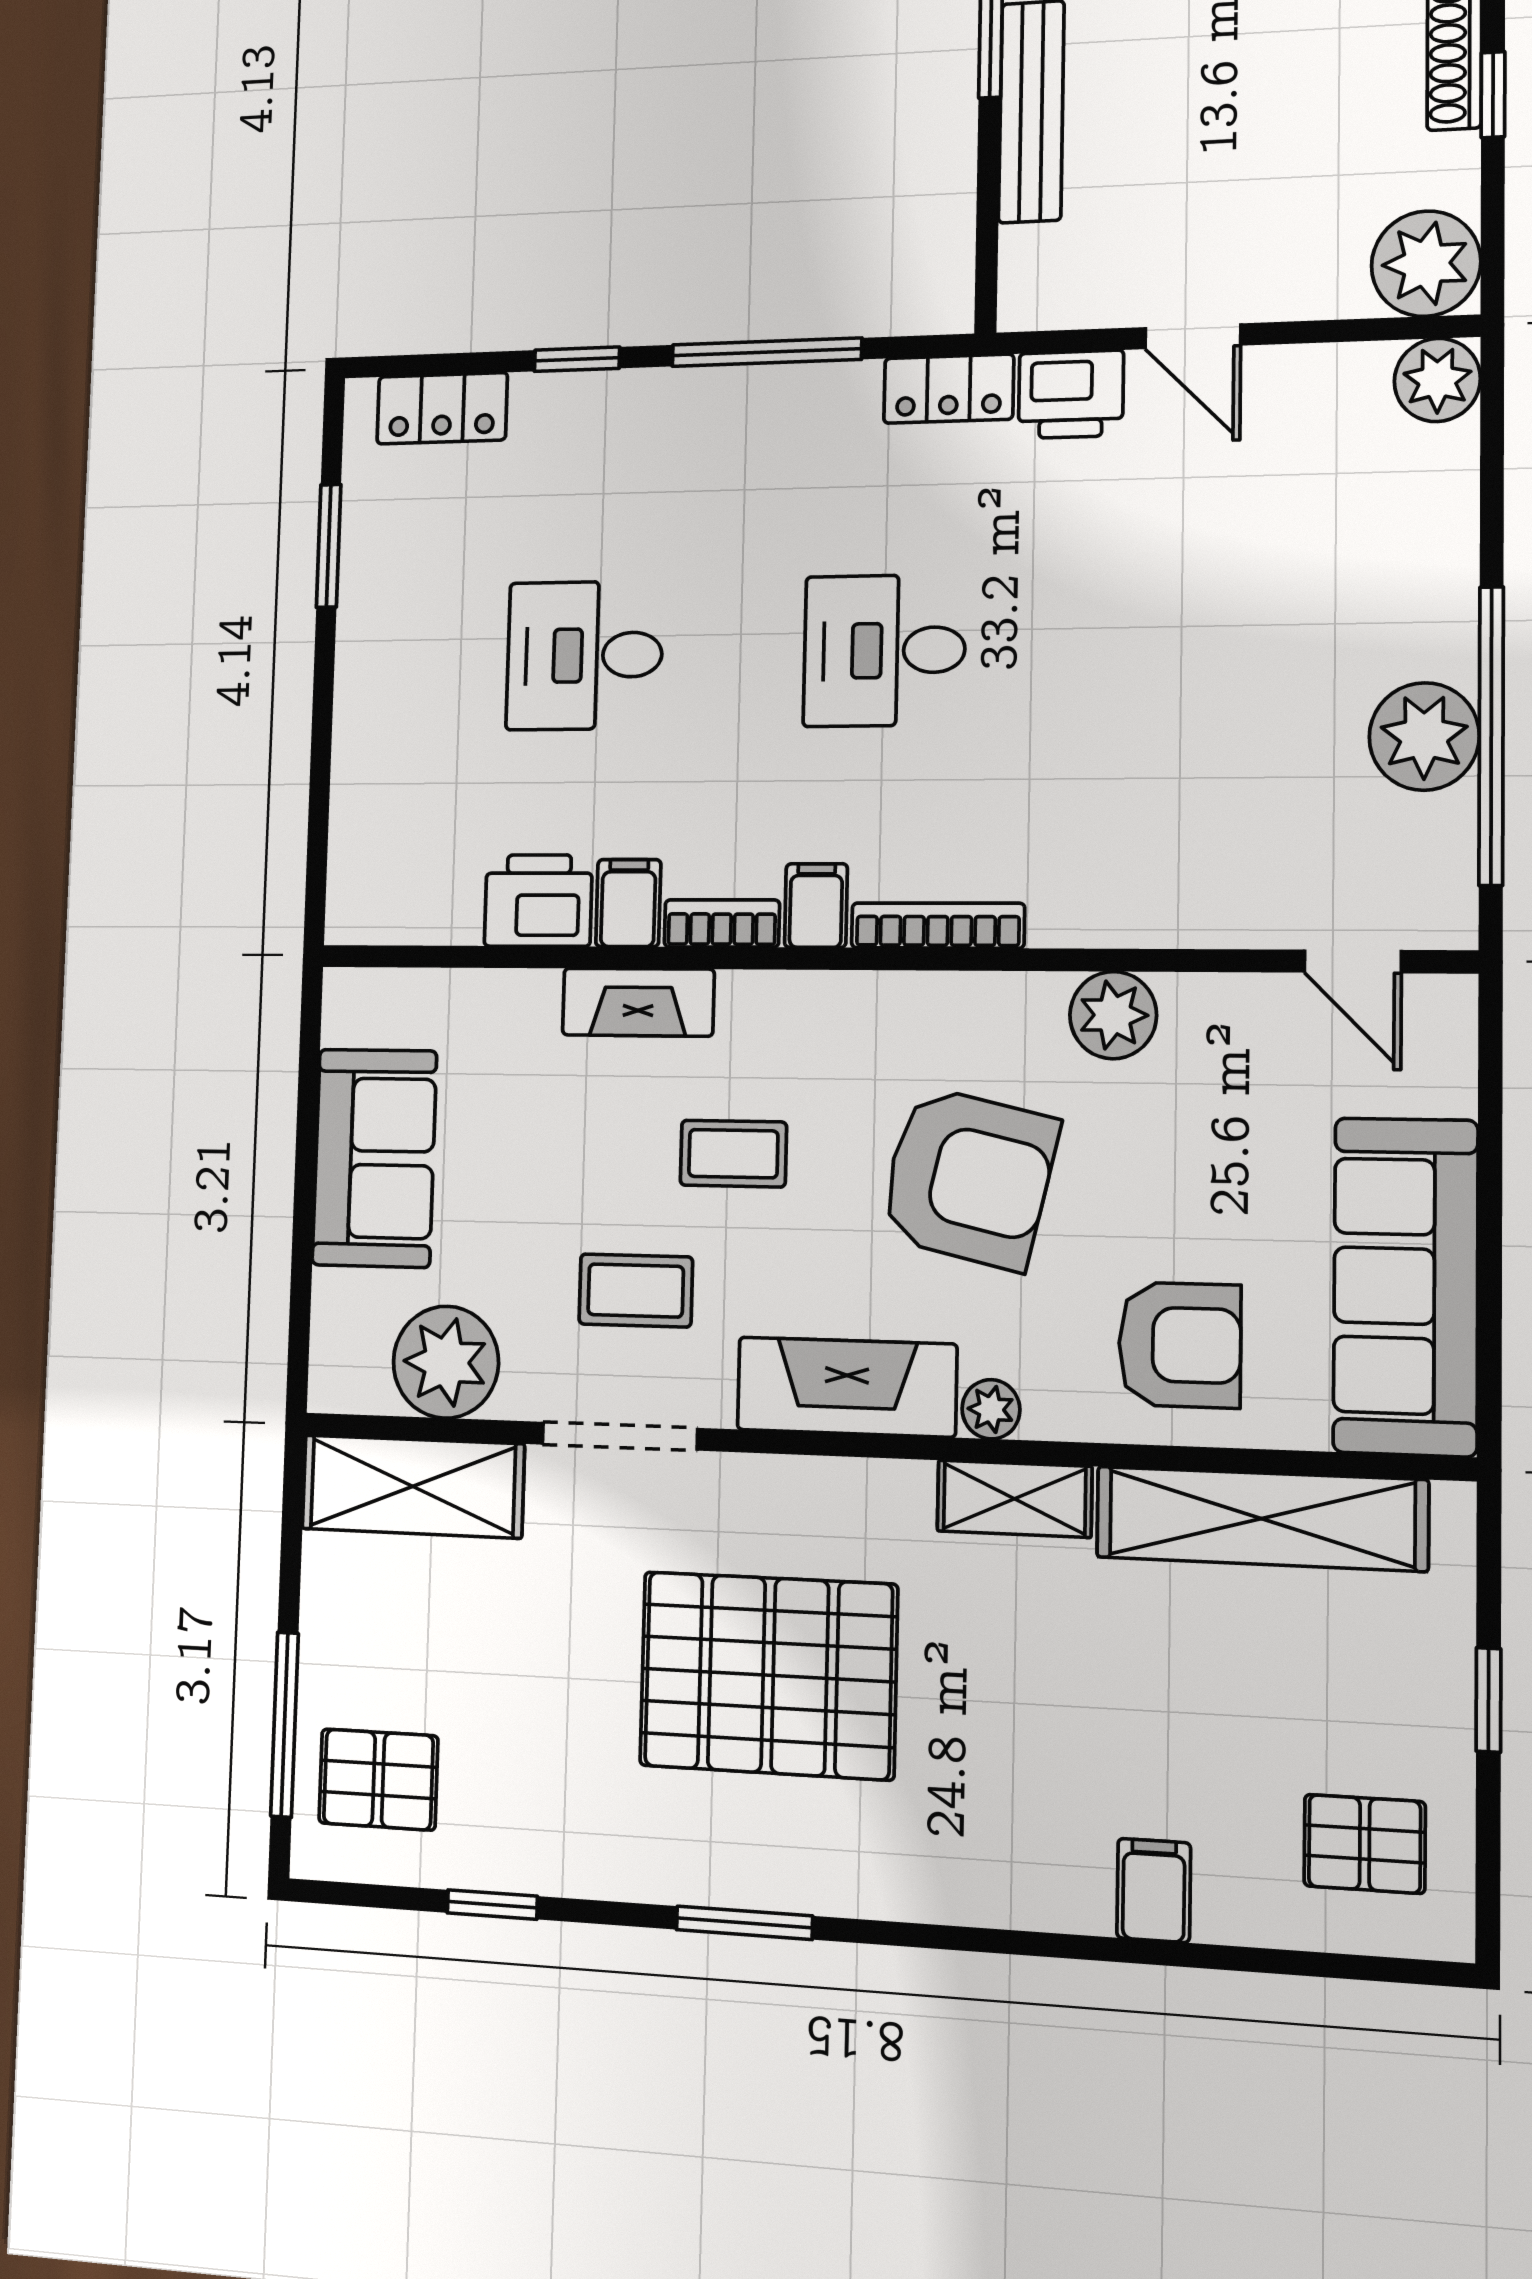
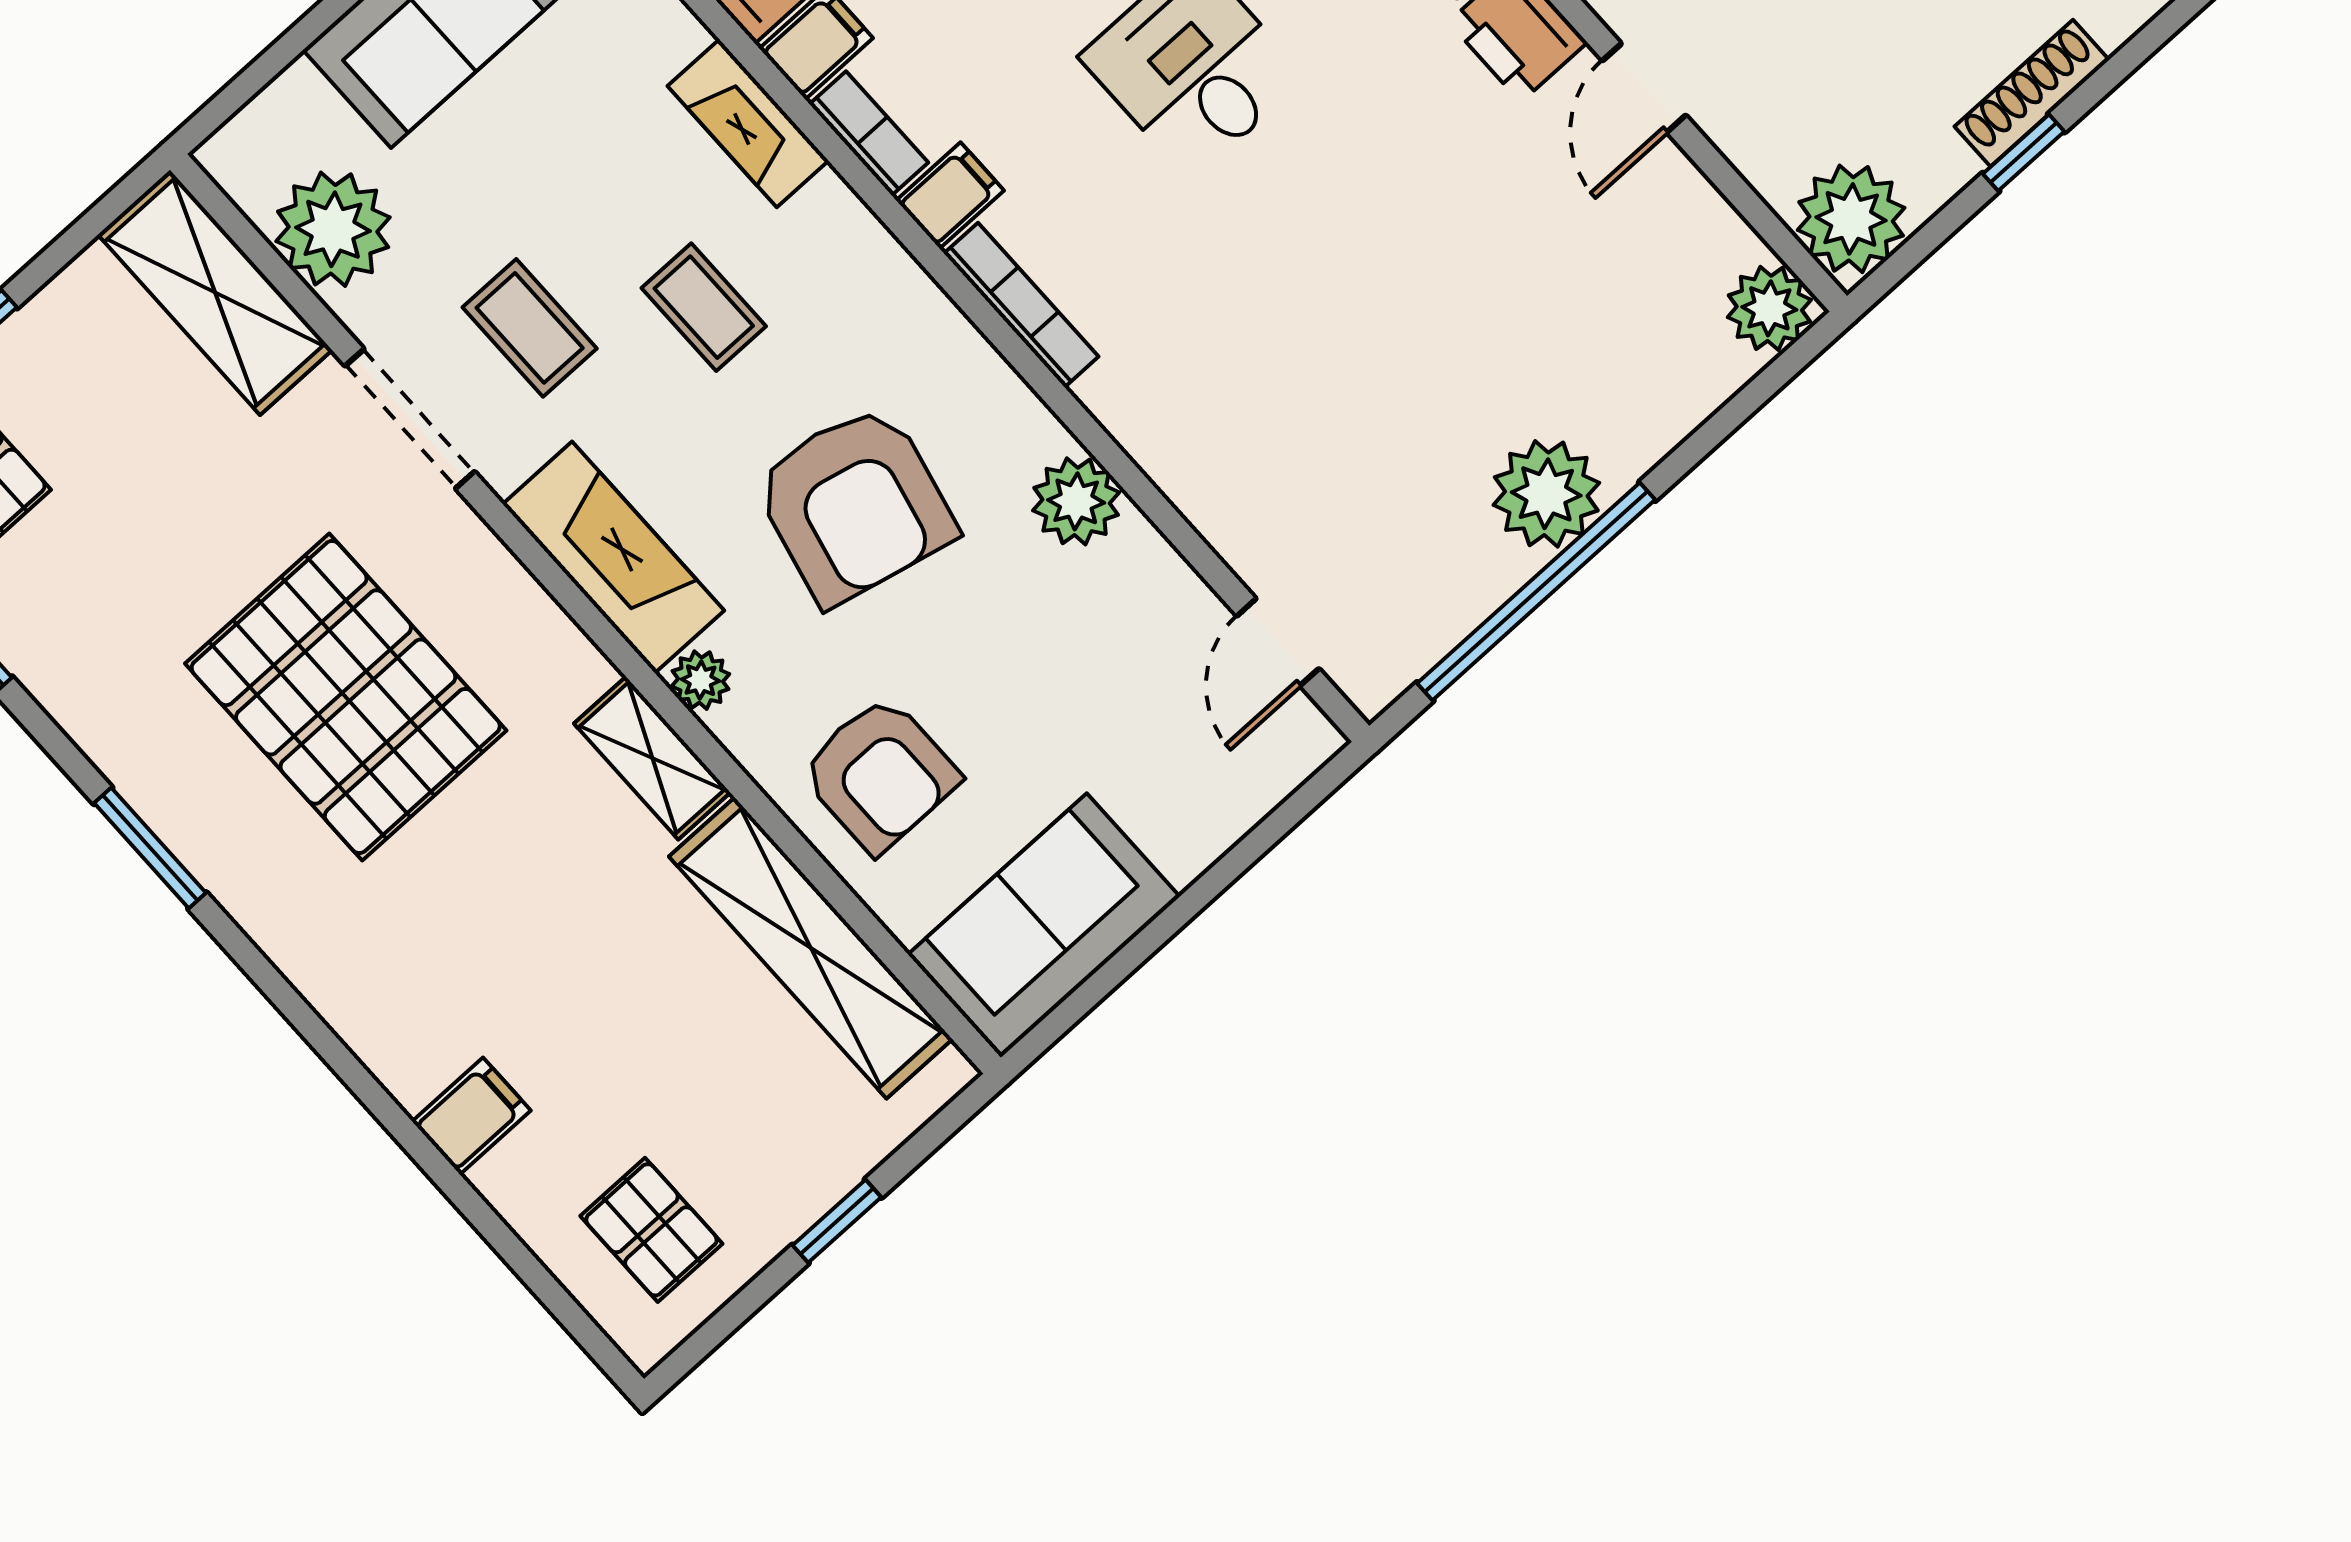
plant: (1424, 736) -> (1546, 494), moved
sofa: (1406, 1286) -> (1044, 926), width x0.73

